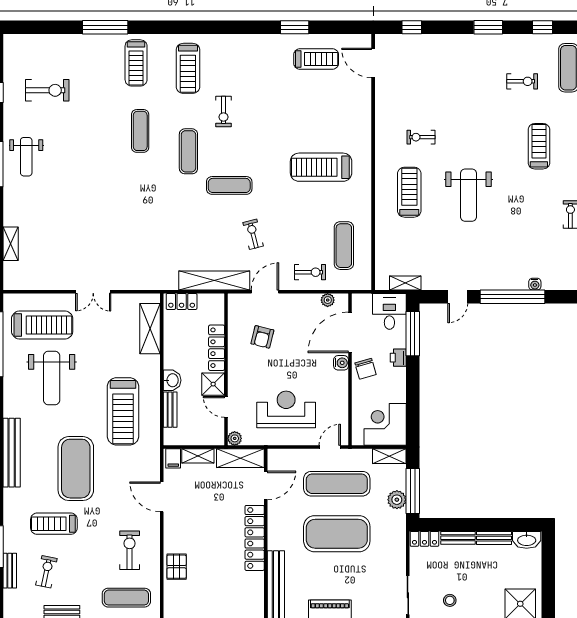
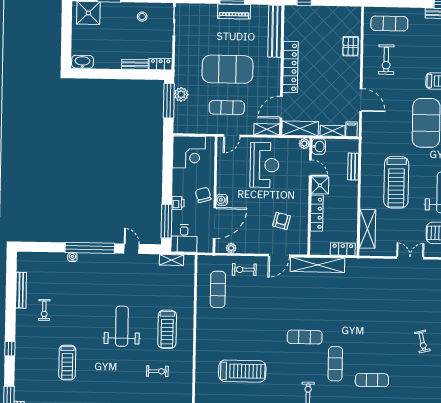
exercise mat: (140, 131) -> (372, 380), turned 90
treadmill: (321, 167) -> (242, 371), moved
exercise bike: (253, 234) -> (422, 342), moved
door: (458, 297) -> (132, 249), hinge flipped
washbasin: (172, 380) -> (319, 146), moved, turned 180
reception desk: (286, 409) -> (264, 165), turned -90
treadmill: (123, 411) -> (396, 182), moved, turned 180
shelving: (389, 456) -> (267, 129), moved
exercise mat: (337, 484) -> (227, 107), width x0.73, depth x0.69
bench: (494, 538) -> (107, 64), removed

